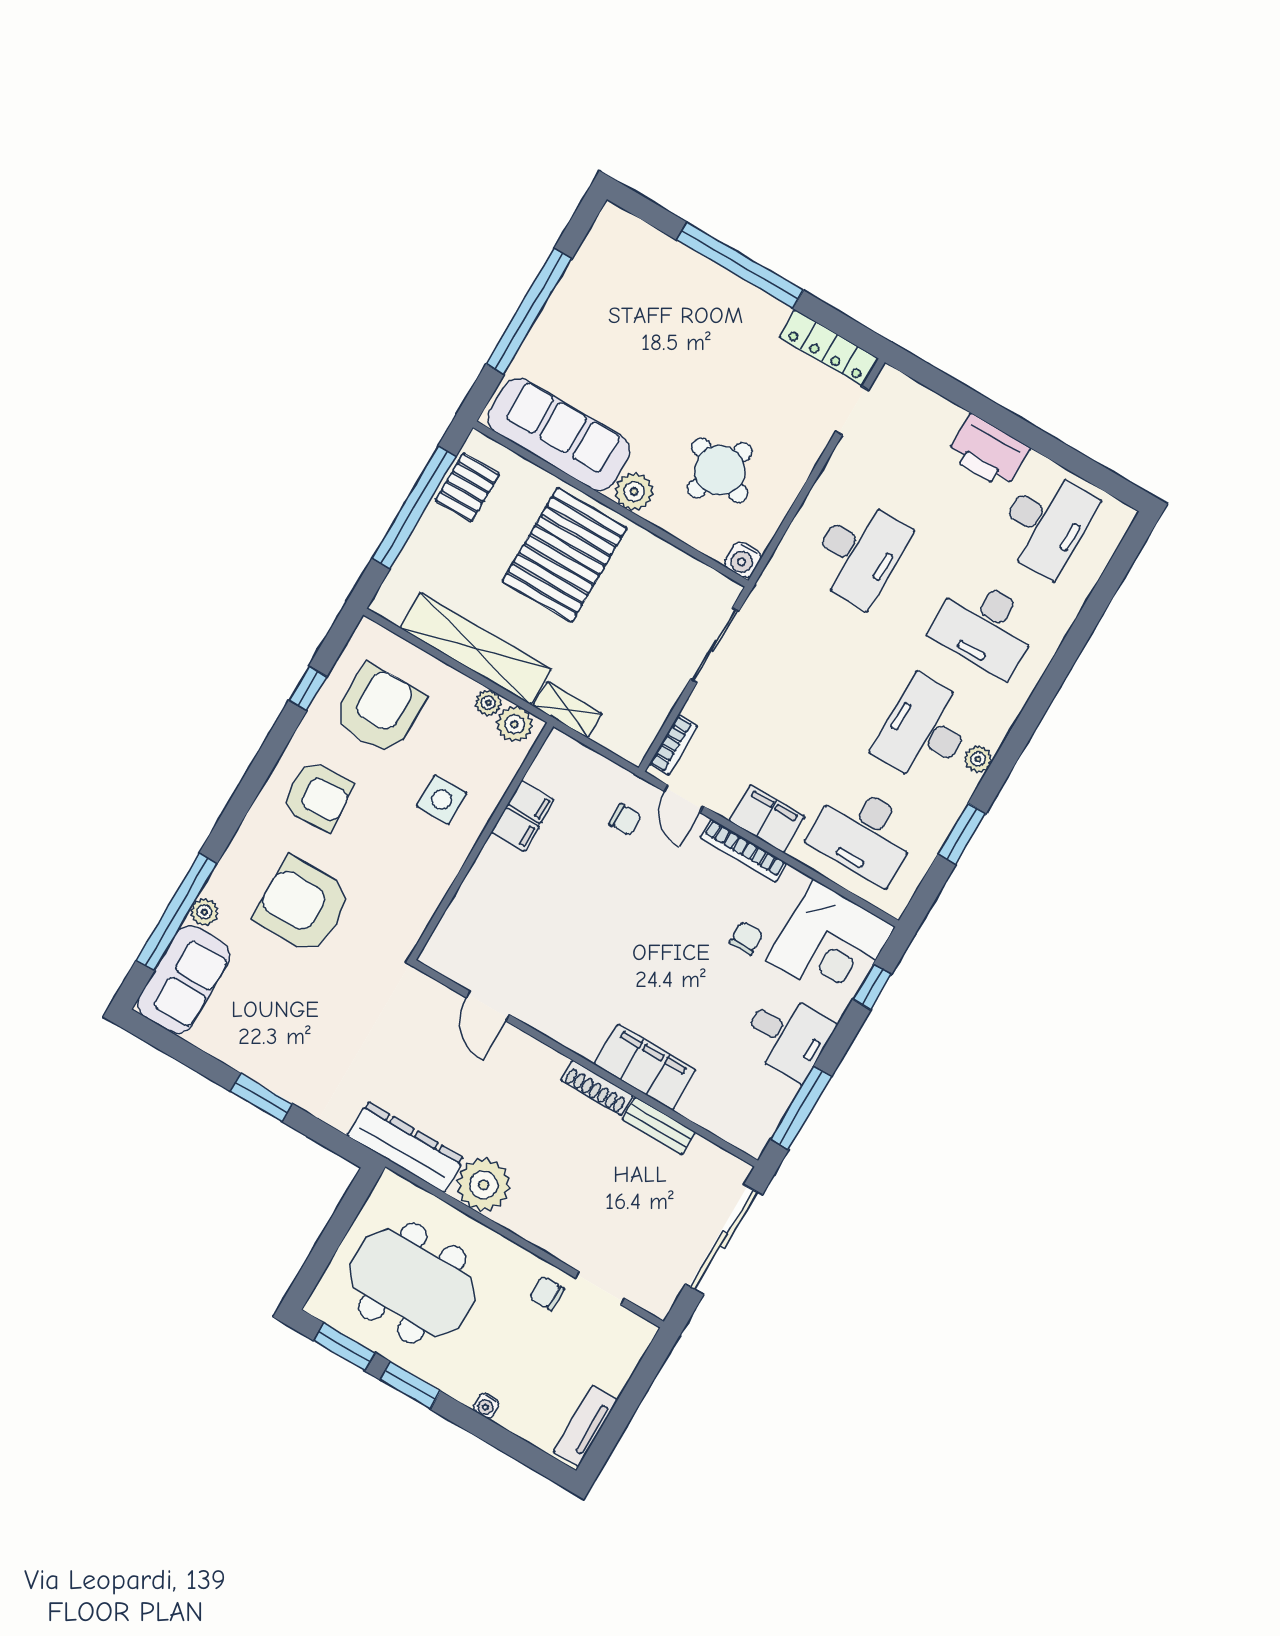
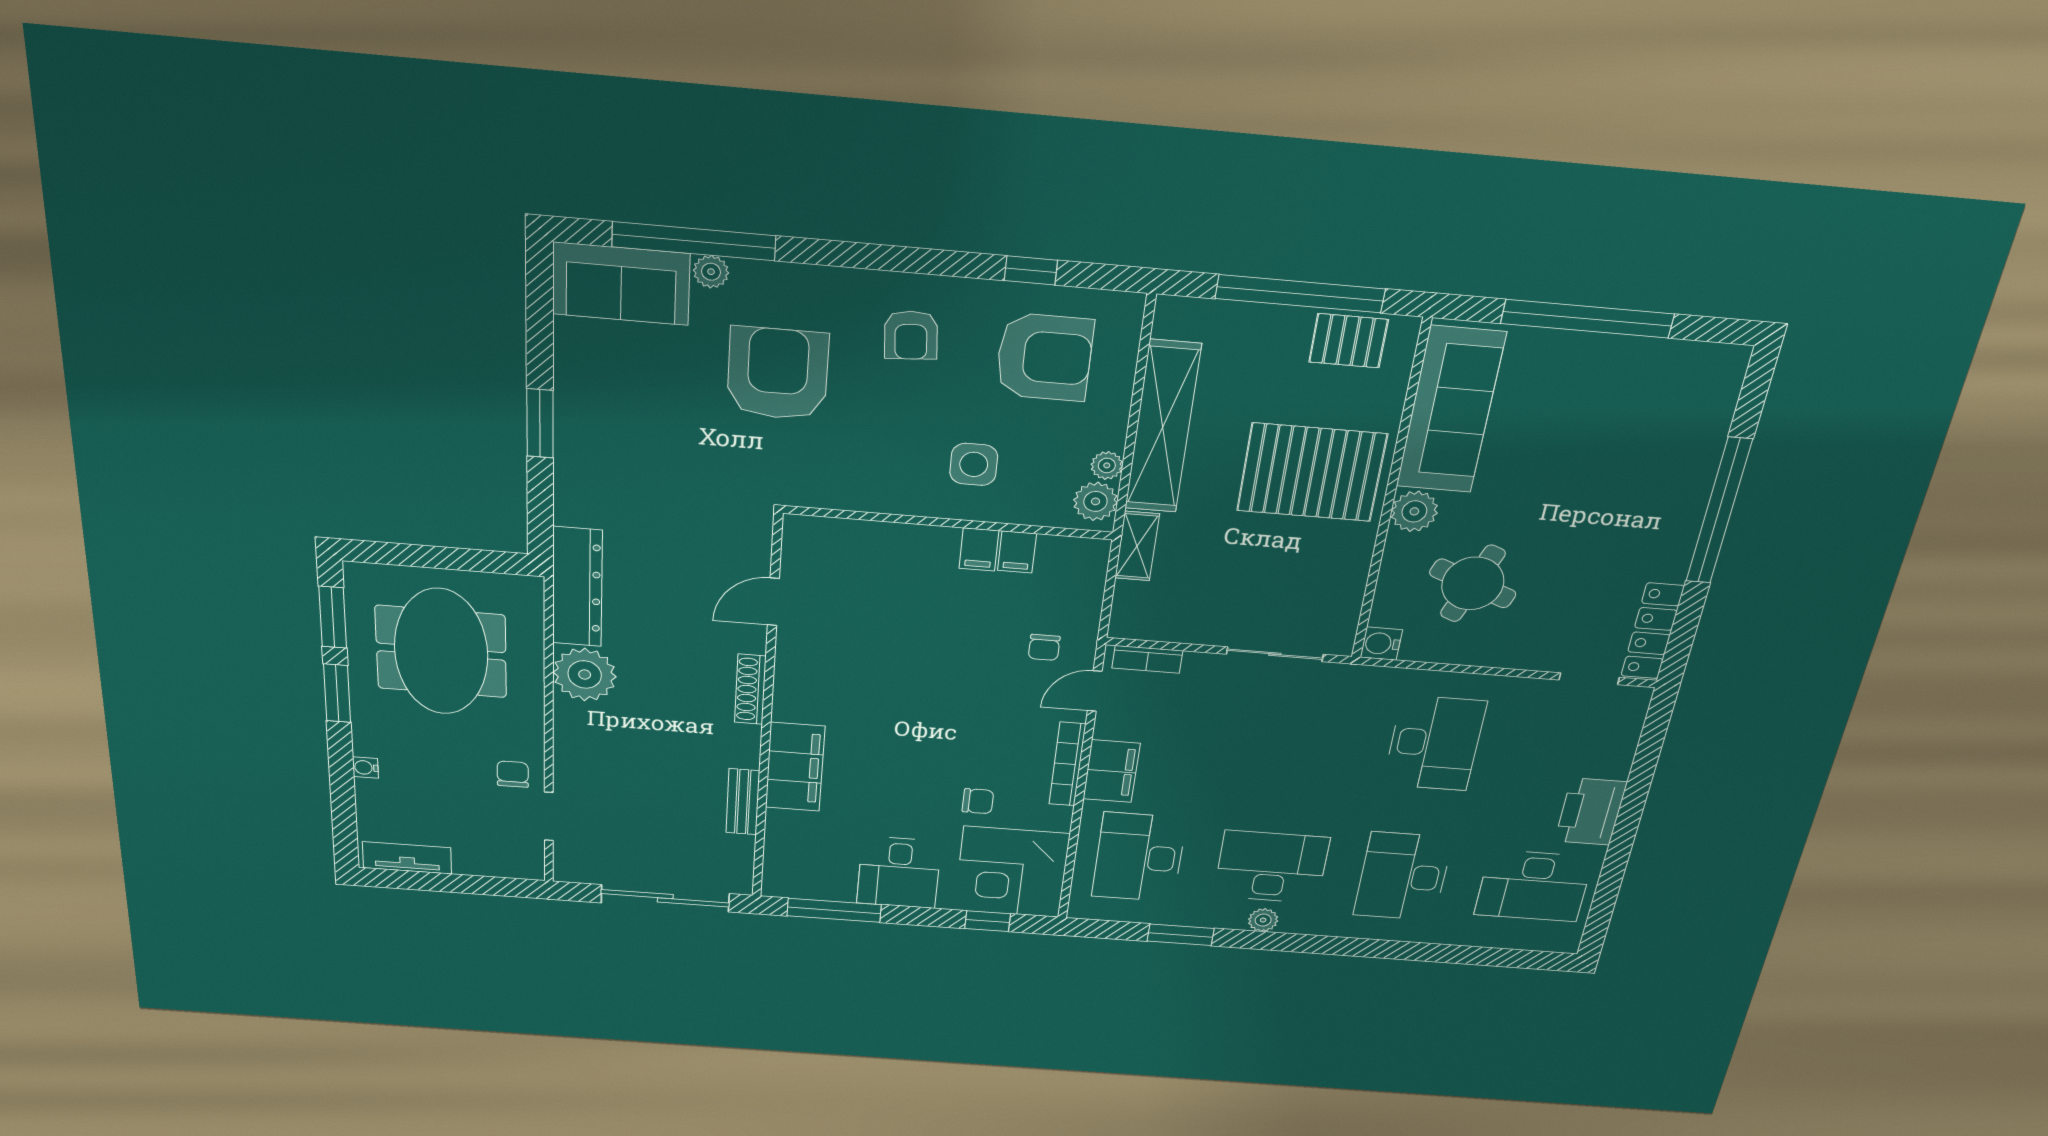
desk: (859, 553) -> (1435, 743), turned -90
armchair: (318, 796) -> (911, 335), width x0.72, depth x0.72
shoe rack: (597, 1088) -> (750, 689), moved

